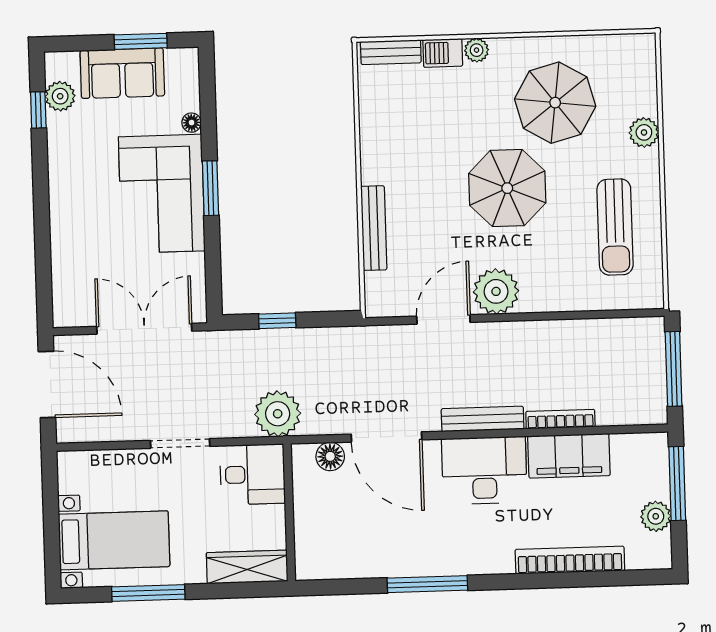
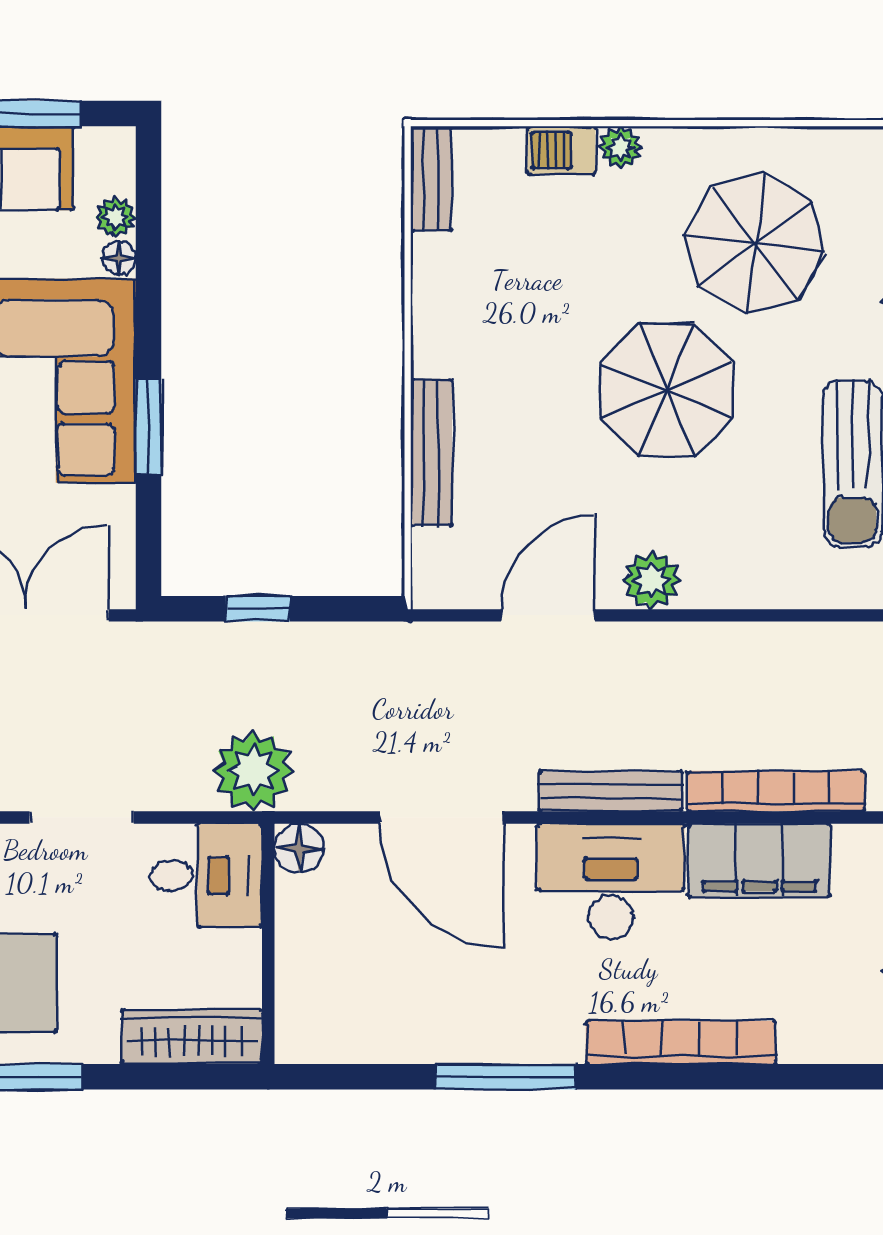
bench: (391, 52) -> (431, 179), moved, turned 90
plant: (189, 99) -> (116, 217), added
window: (210, 188) -> (148, 427), moved
plant: (496, 291) -> (652, 580), width x0.73, depth x0.73
bookcase: (560, 419) -> (776, 791), width x1.48, depth x1.31
floor lamp: (330, 456) -> (299, 848), moved
bookcase: (570, 560) -> (681, 1042), moved

